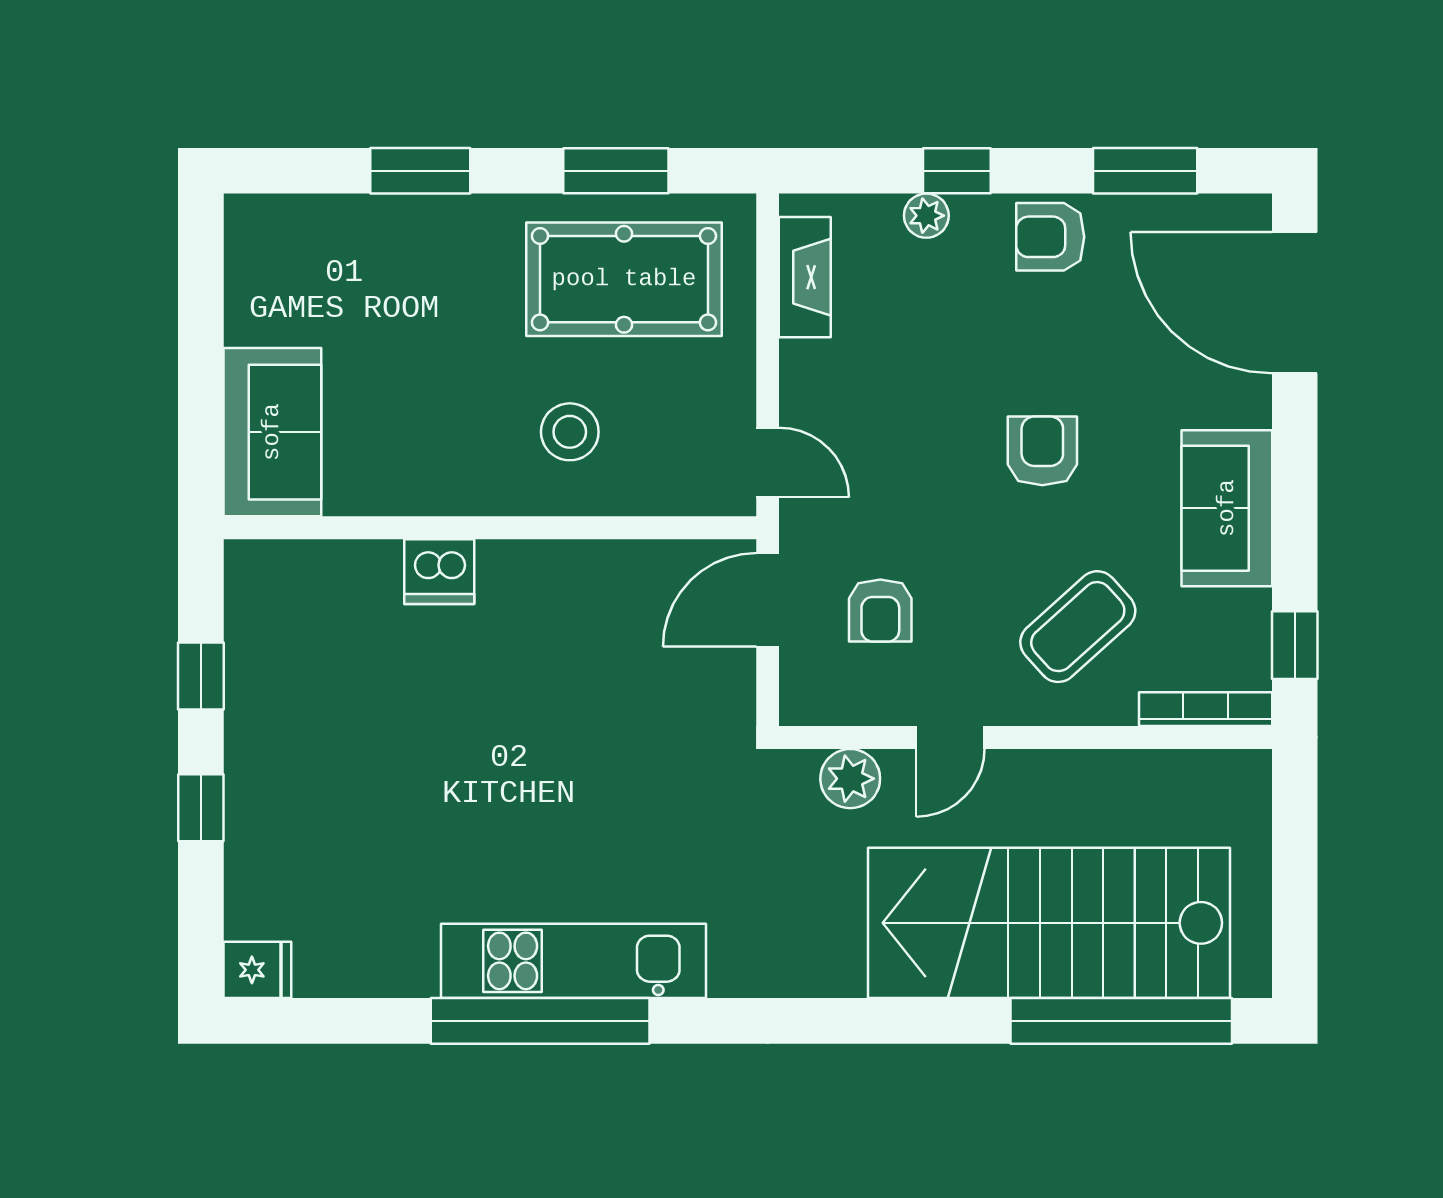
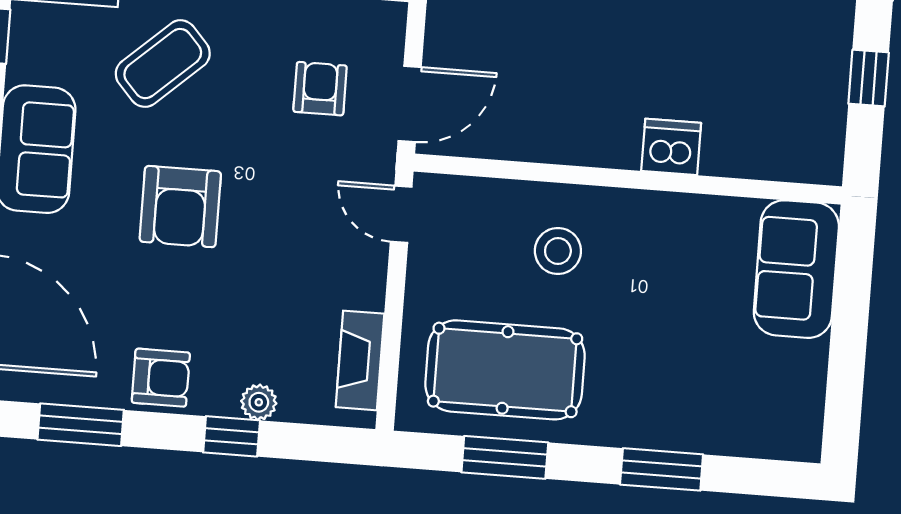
armchair: (1042, 451) -> (180, 207), width x1.38, depth x1.38

